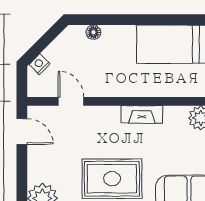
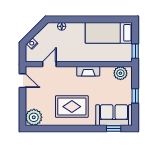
door: (71, 101) -> (49, 64), hinge flipped

